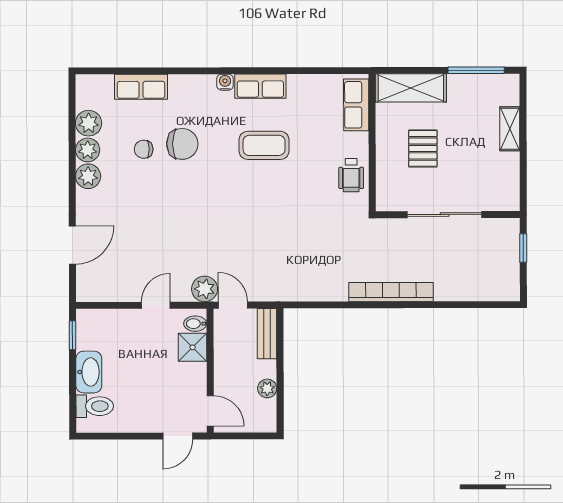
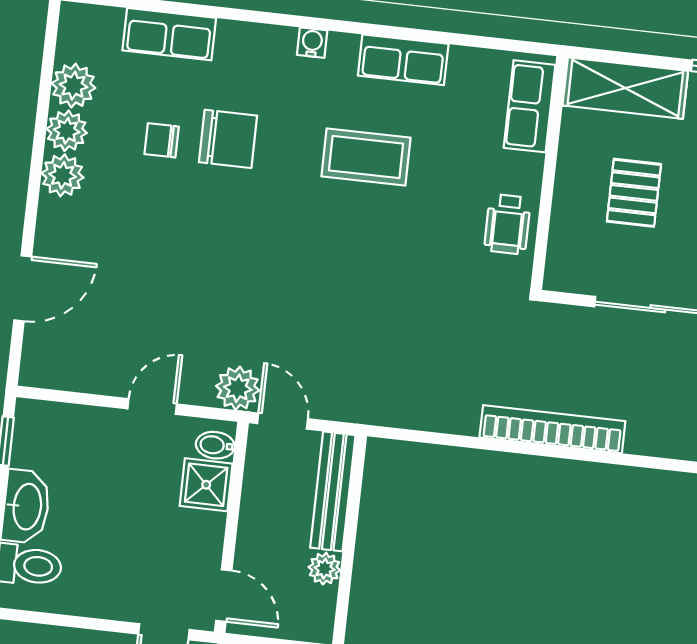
row of seats: (260, 86) -> (403, 60), moved
bench: (267, 334) -> (333, 491), width x1.36

